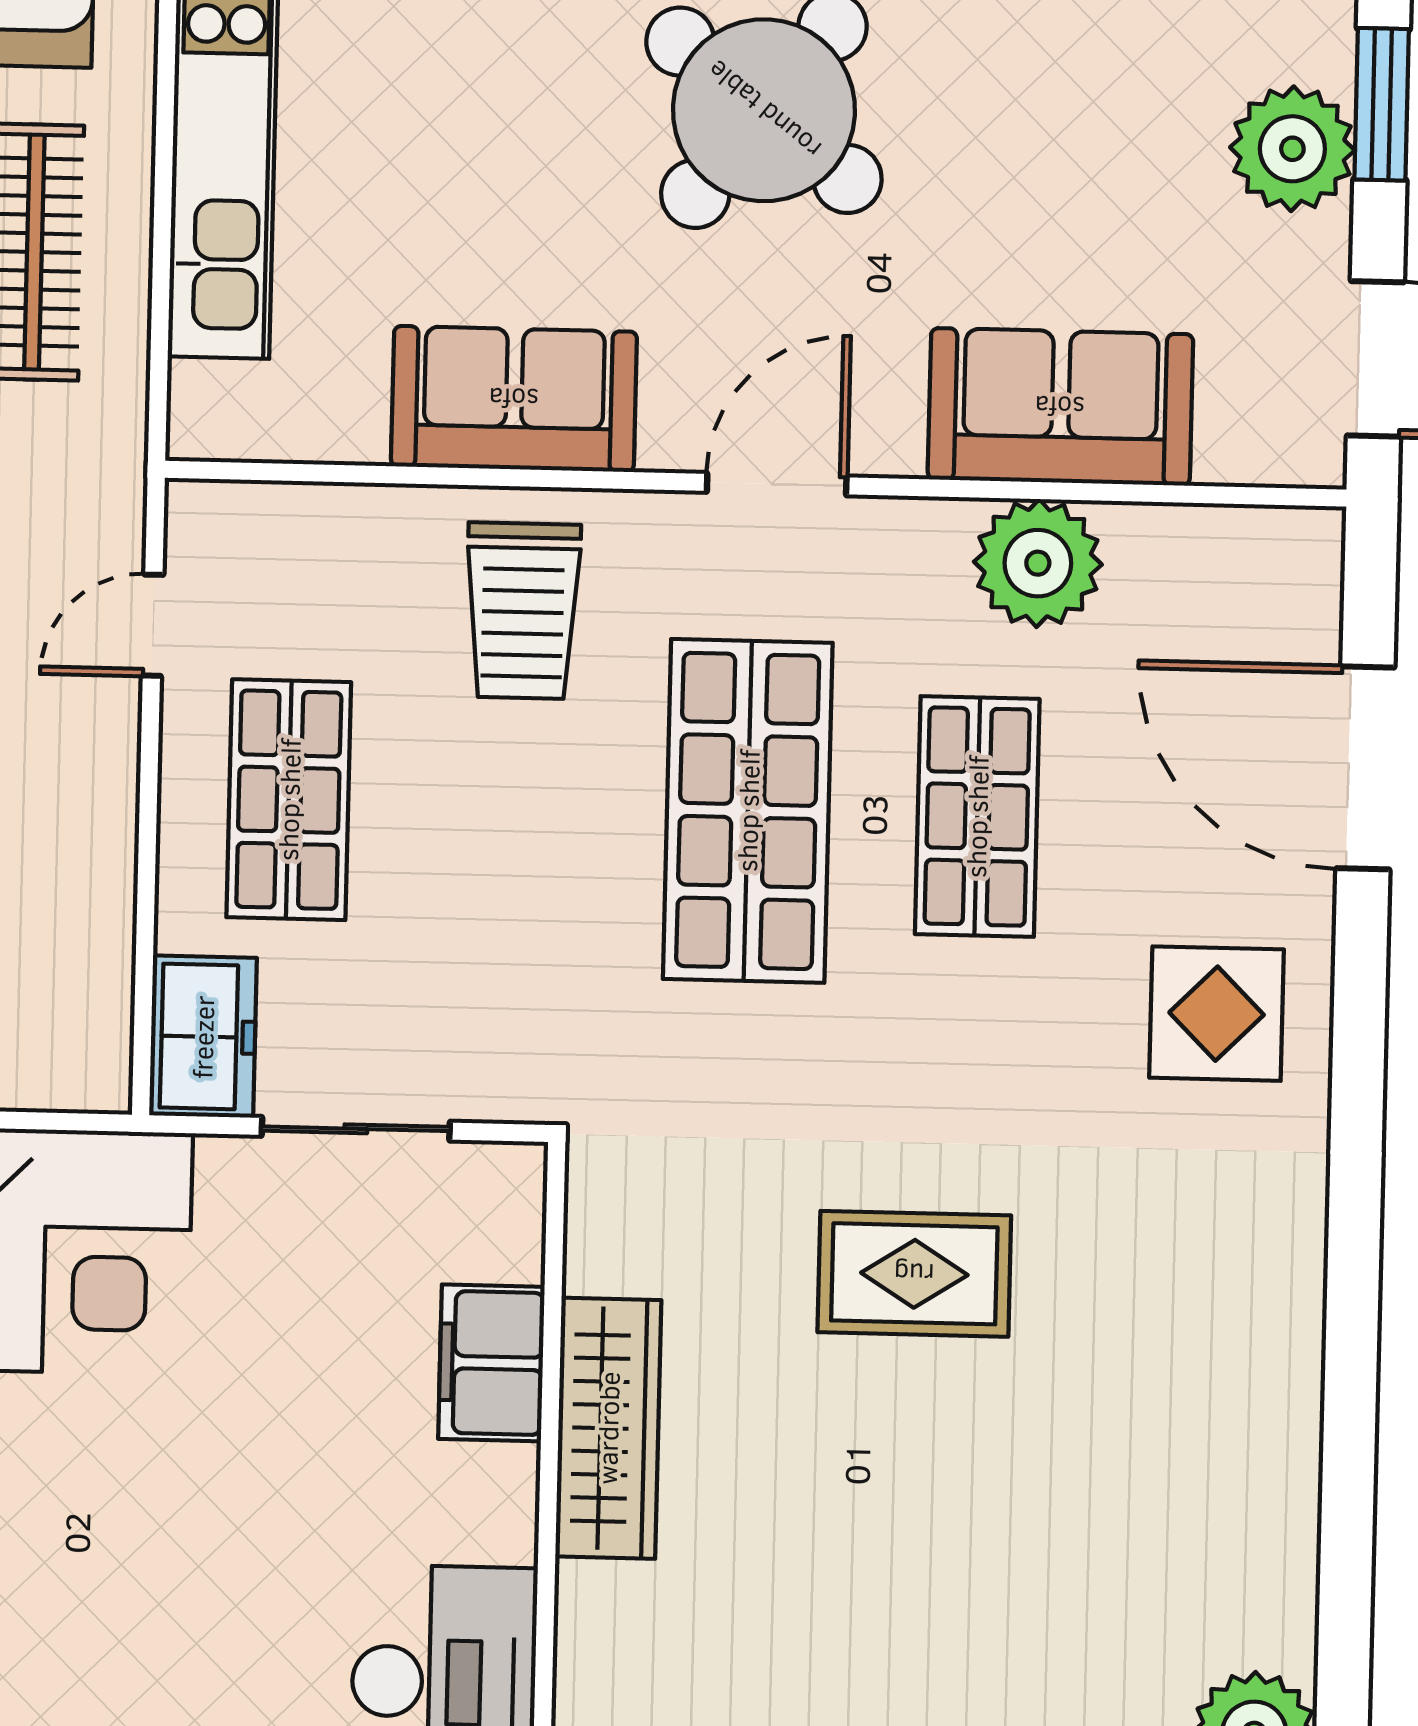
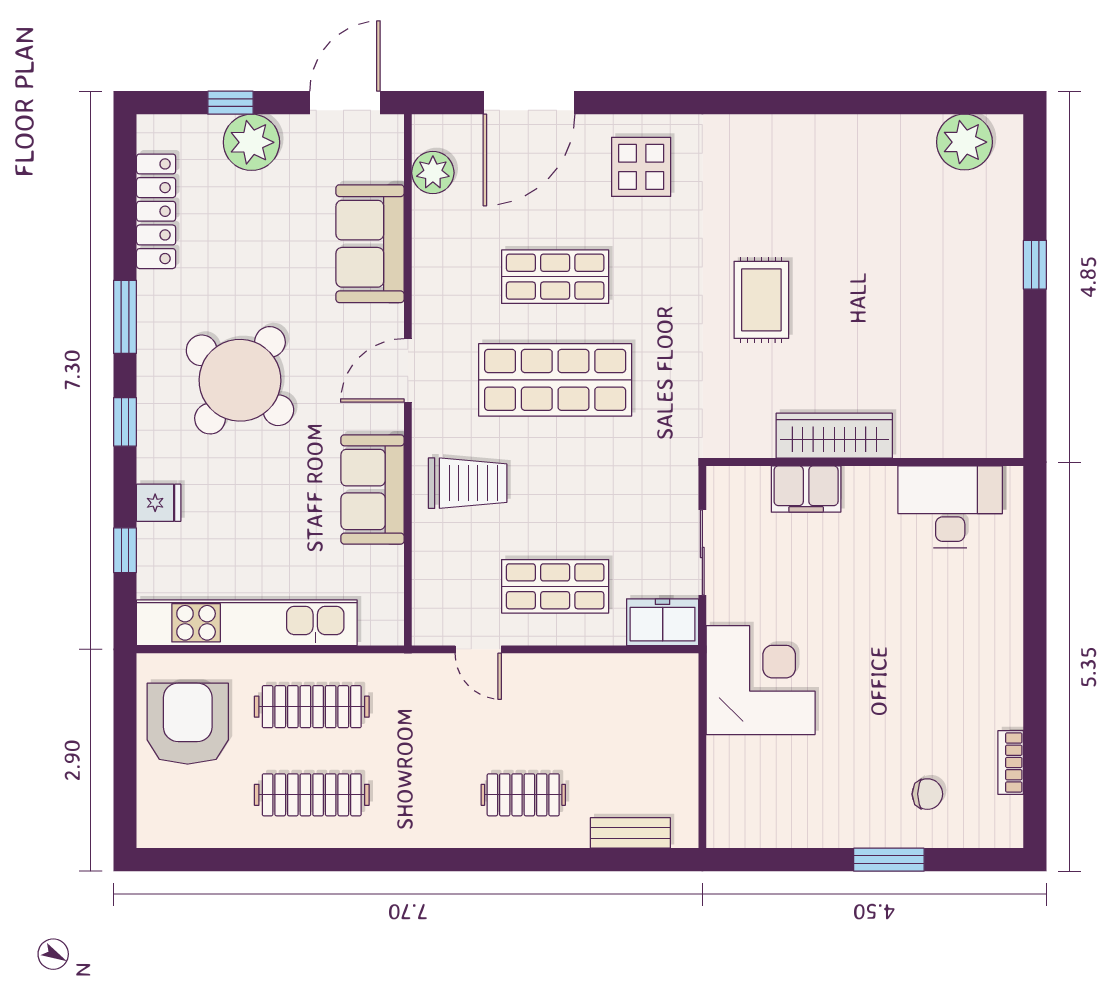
window: (1382, 104) -> (231, 103), width x0.67
door: (777, 484) -> (408, 370), hinge flipped
plant: (1038, 563) -> (433, 173), moved, width x0.73, depth x0.73

